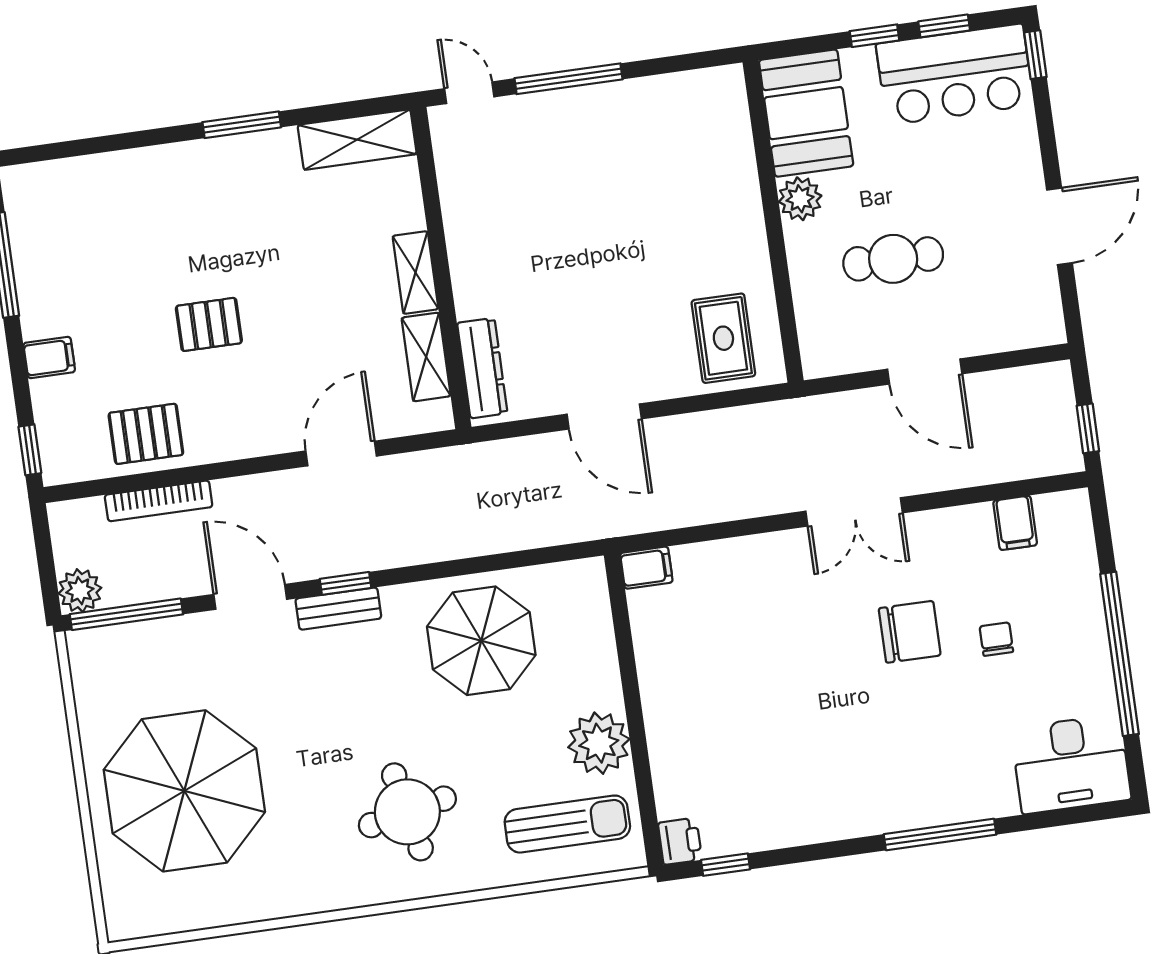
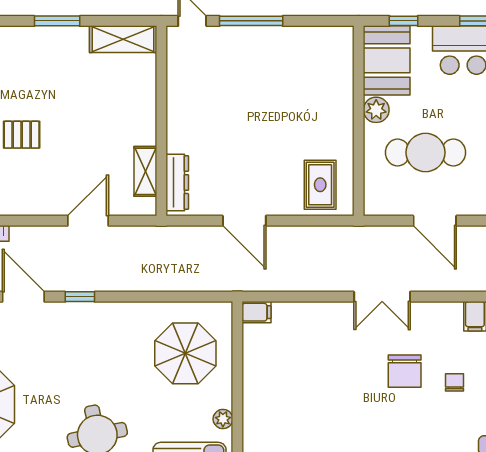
window: (874, 36) -> (404, 21), moved
cafe table: (893, 259) -> (425, 153), width x1.37, depth x1.35
shelving: (415, 273) -> (146, 121), removed
bench: (338, 609) -> (74, 311), removed
chair: (910, 632) -> (405, 371), turned 90
parasol: (481, 641) -> (185, 353), moved
plant: (599, 743) -> (223, 419), width x0.53, depth x0.53

